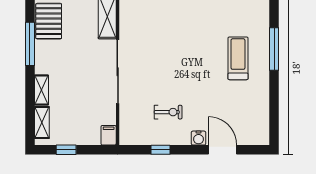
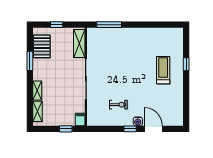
window: (30, 44) -> (30, 61), width x0.69
window: (274, 49) -> (186, 64), width x0.46
window: (66, 150) -> (66, 129), moved
window: (161, 150) -> (130, 129), moved

